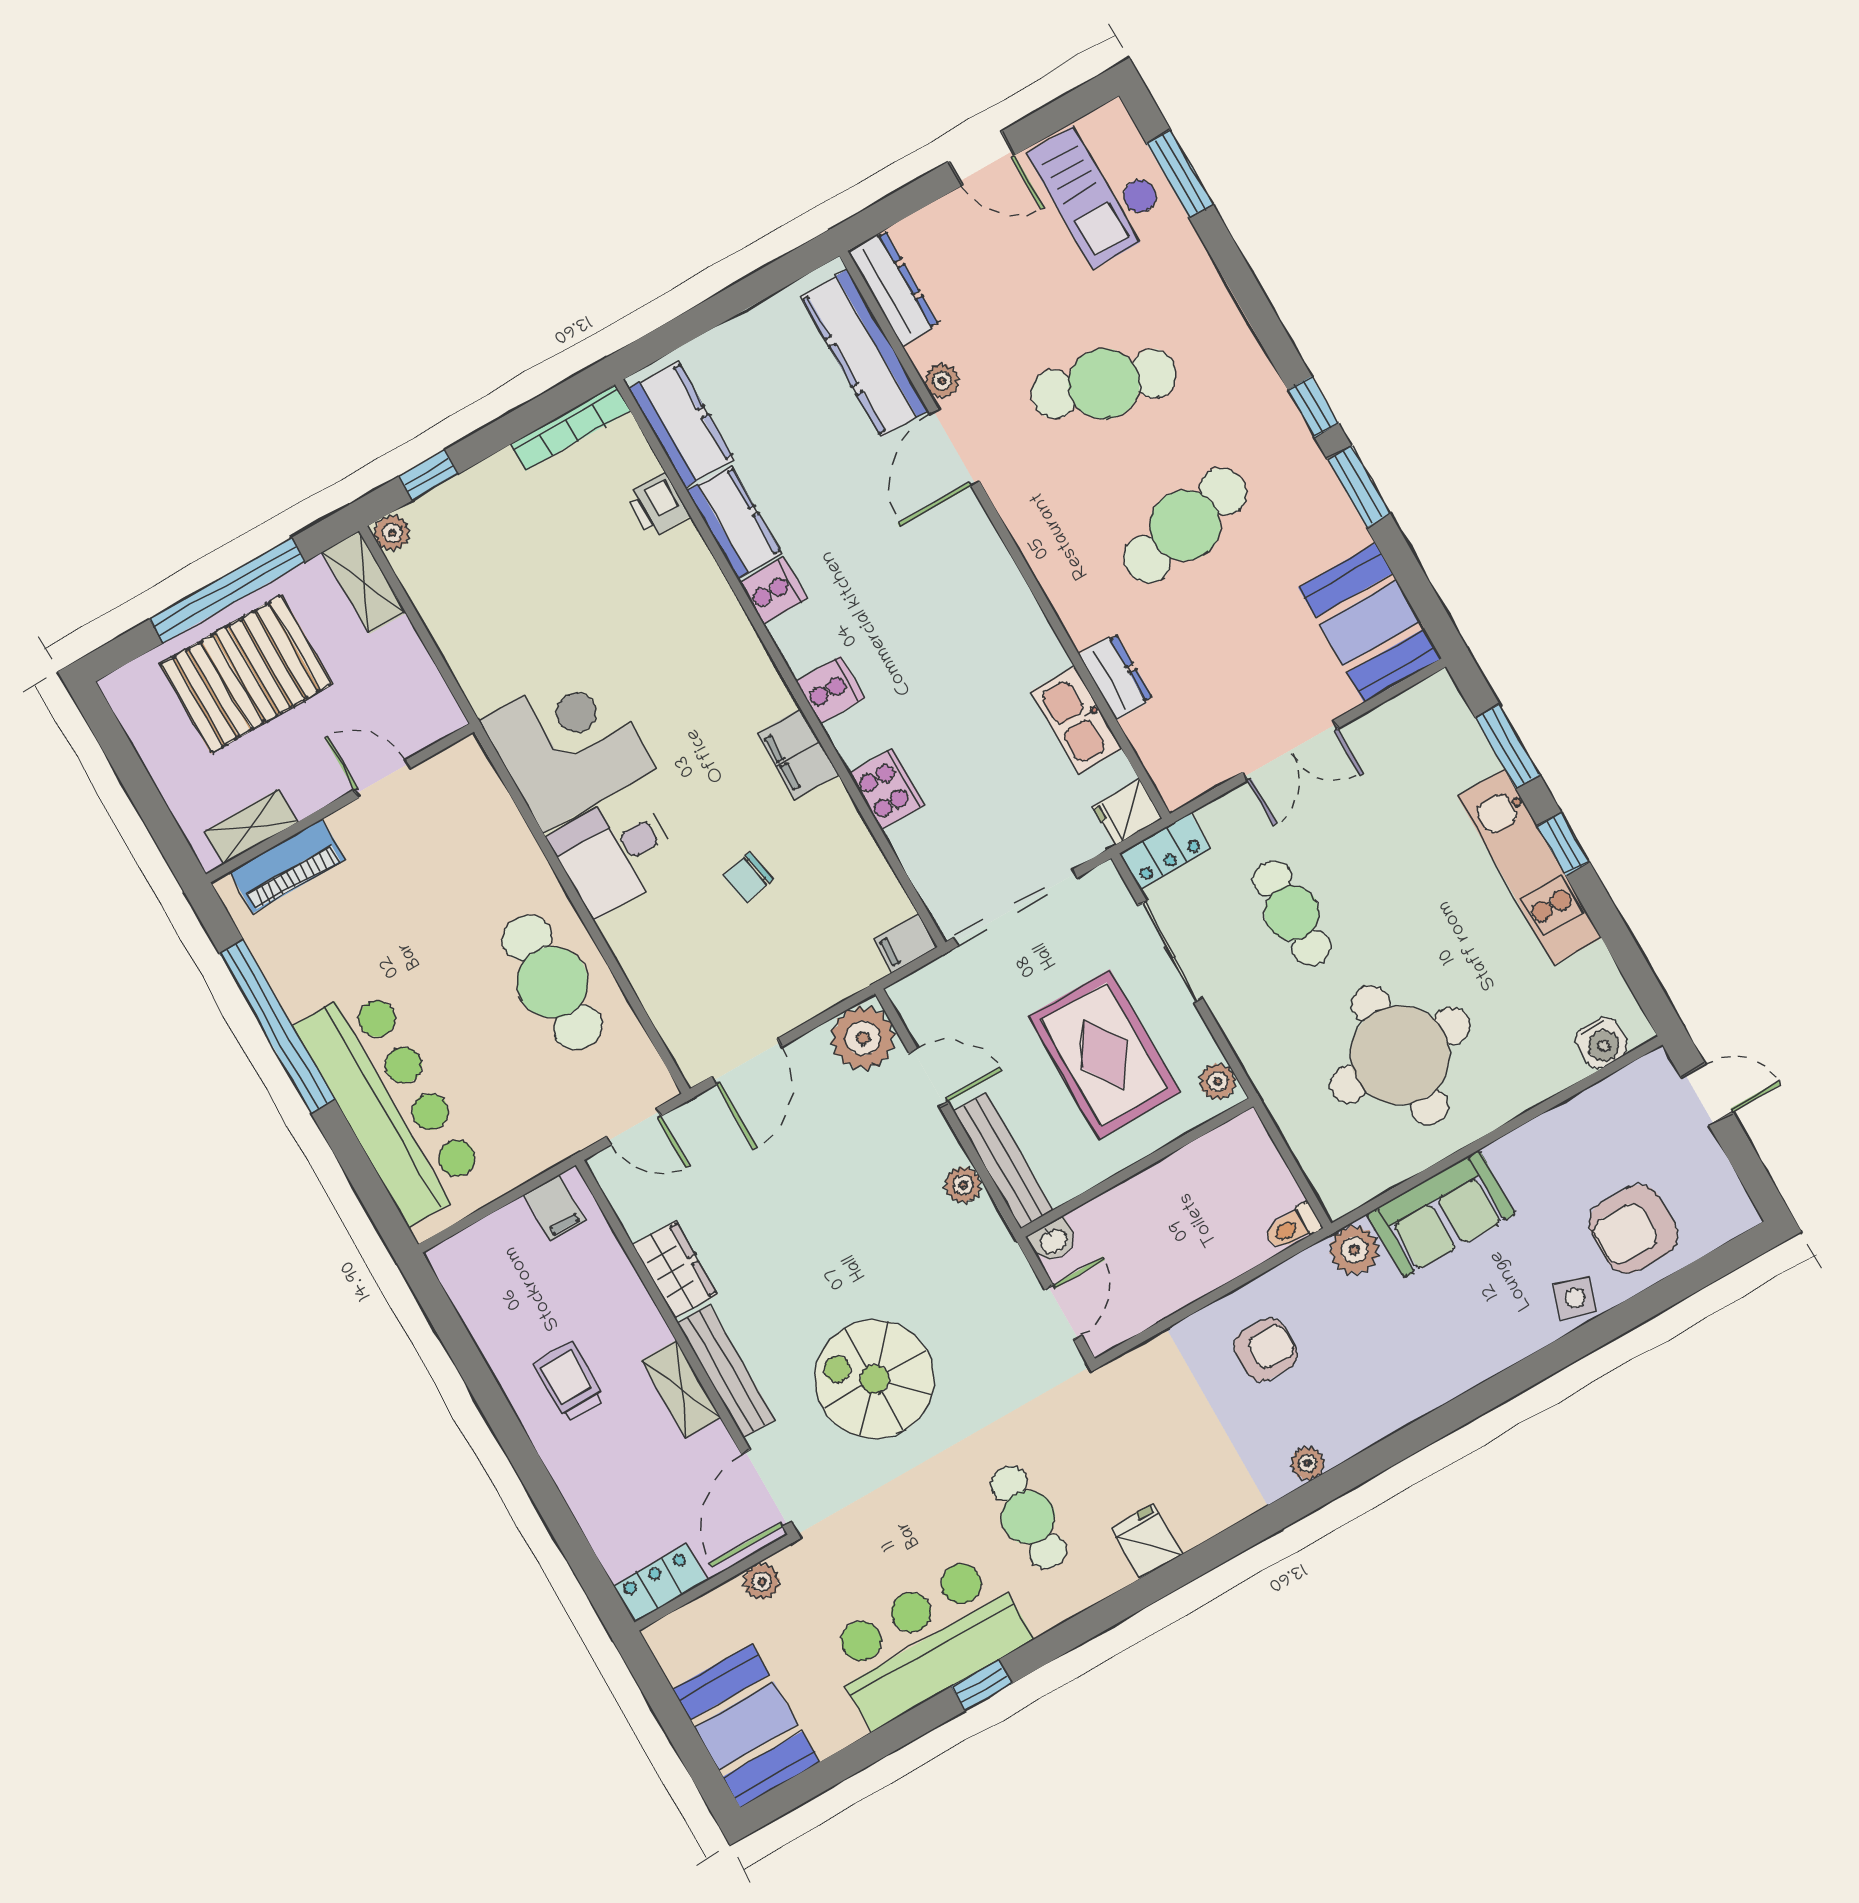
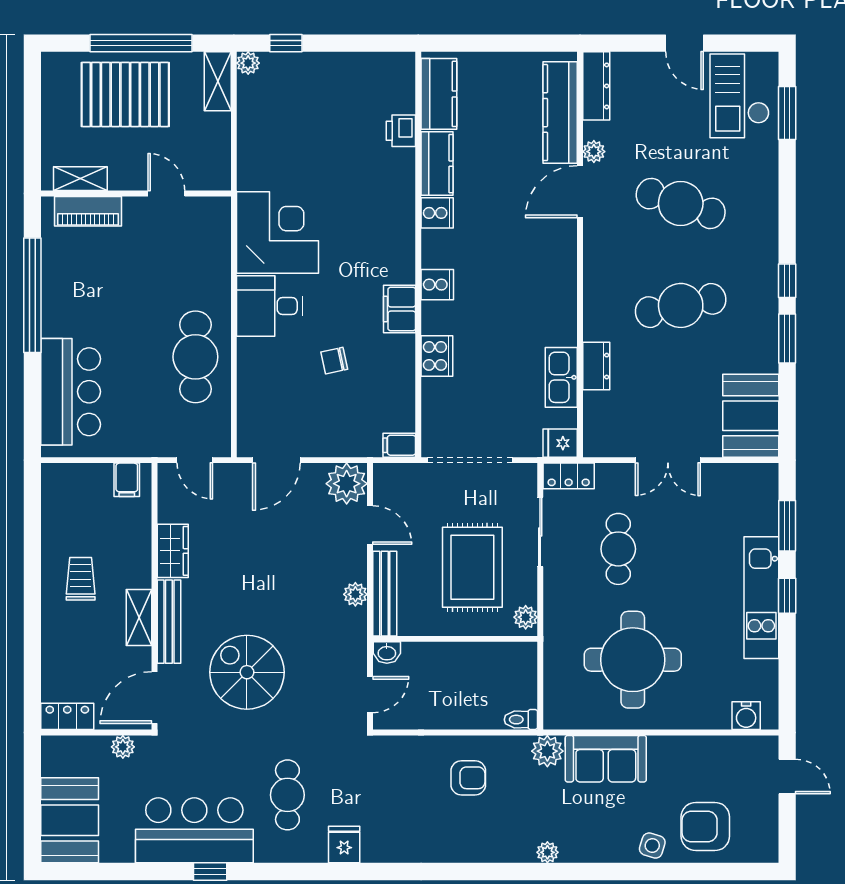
bookcase: (570, 427) -> (378, 61), removed
bar counter: (391, 1103) -> (71, 392), width x0.73
plant: (1307, 1463) -> (547, 852), moved

